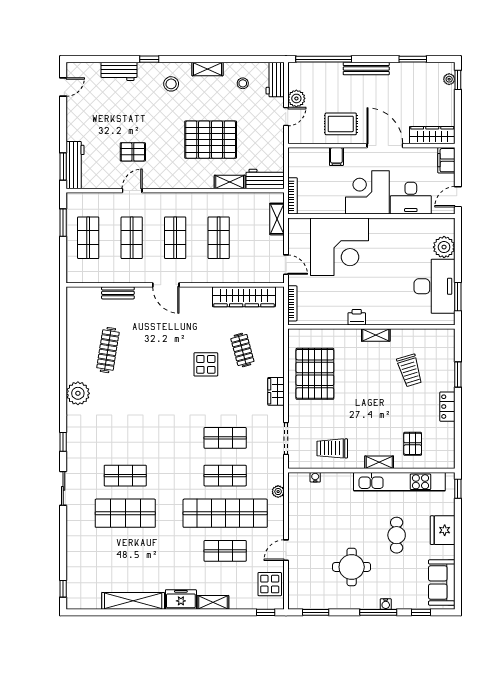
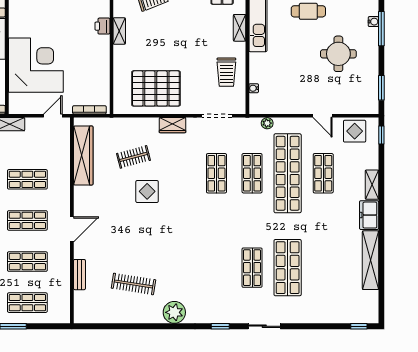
printer: (357, 317) -> (102, 26), moved

